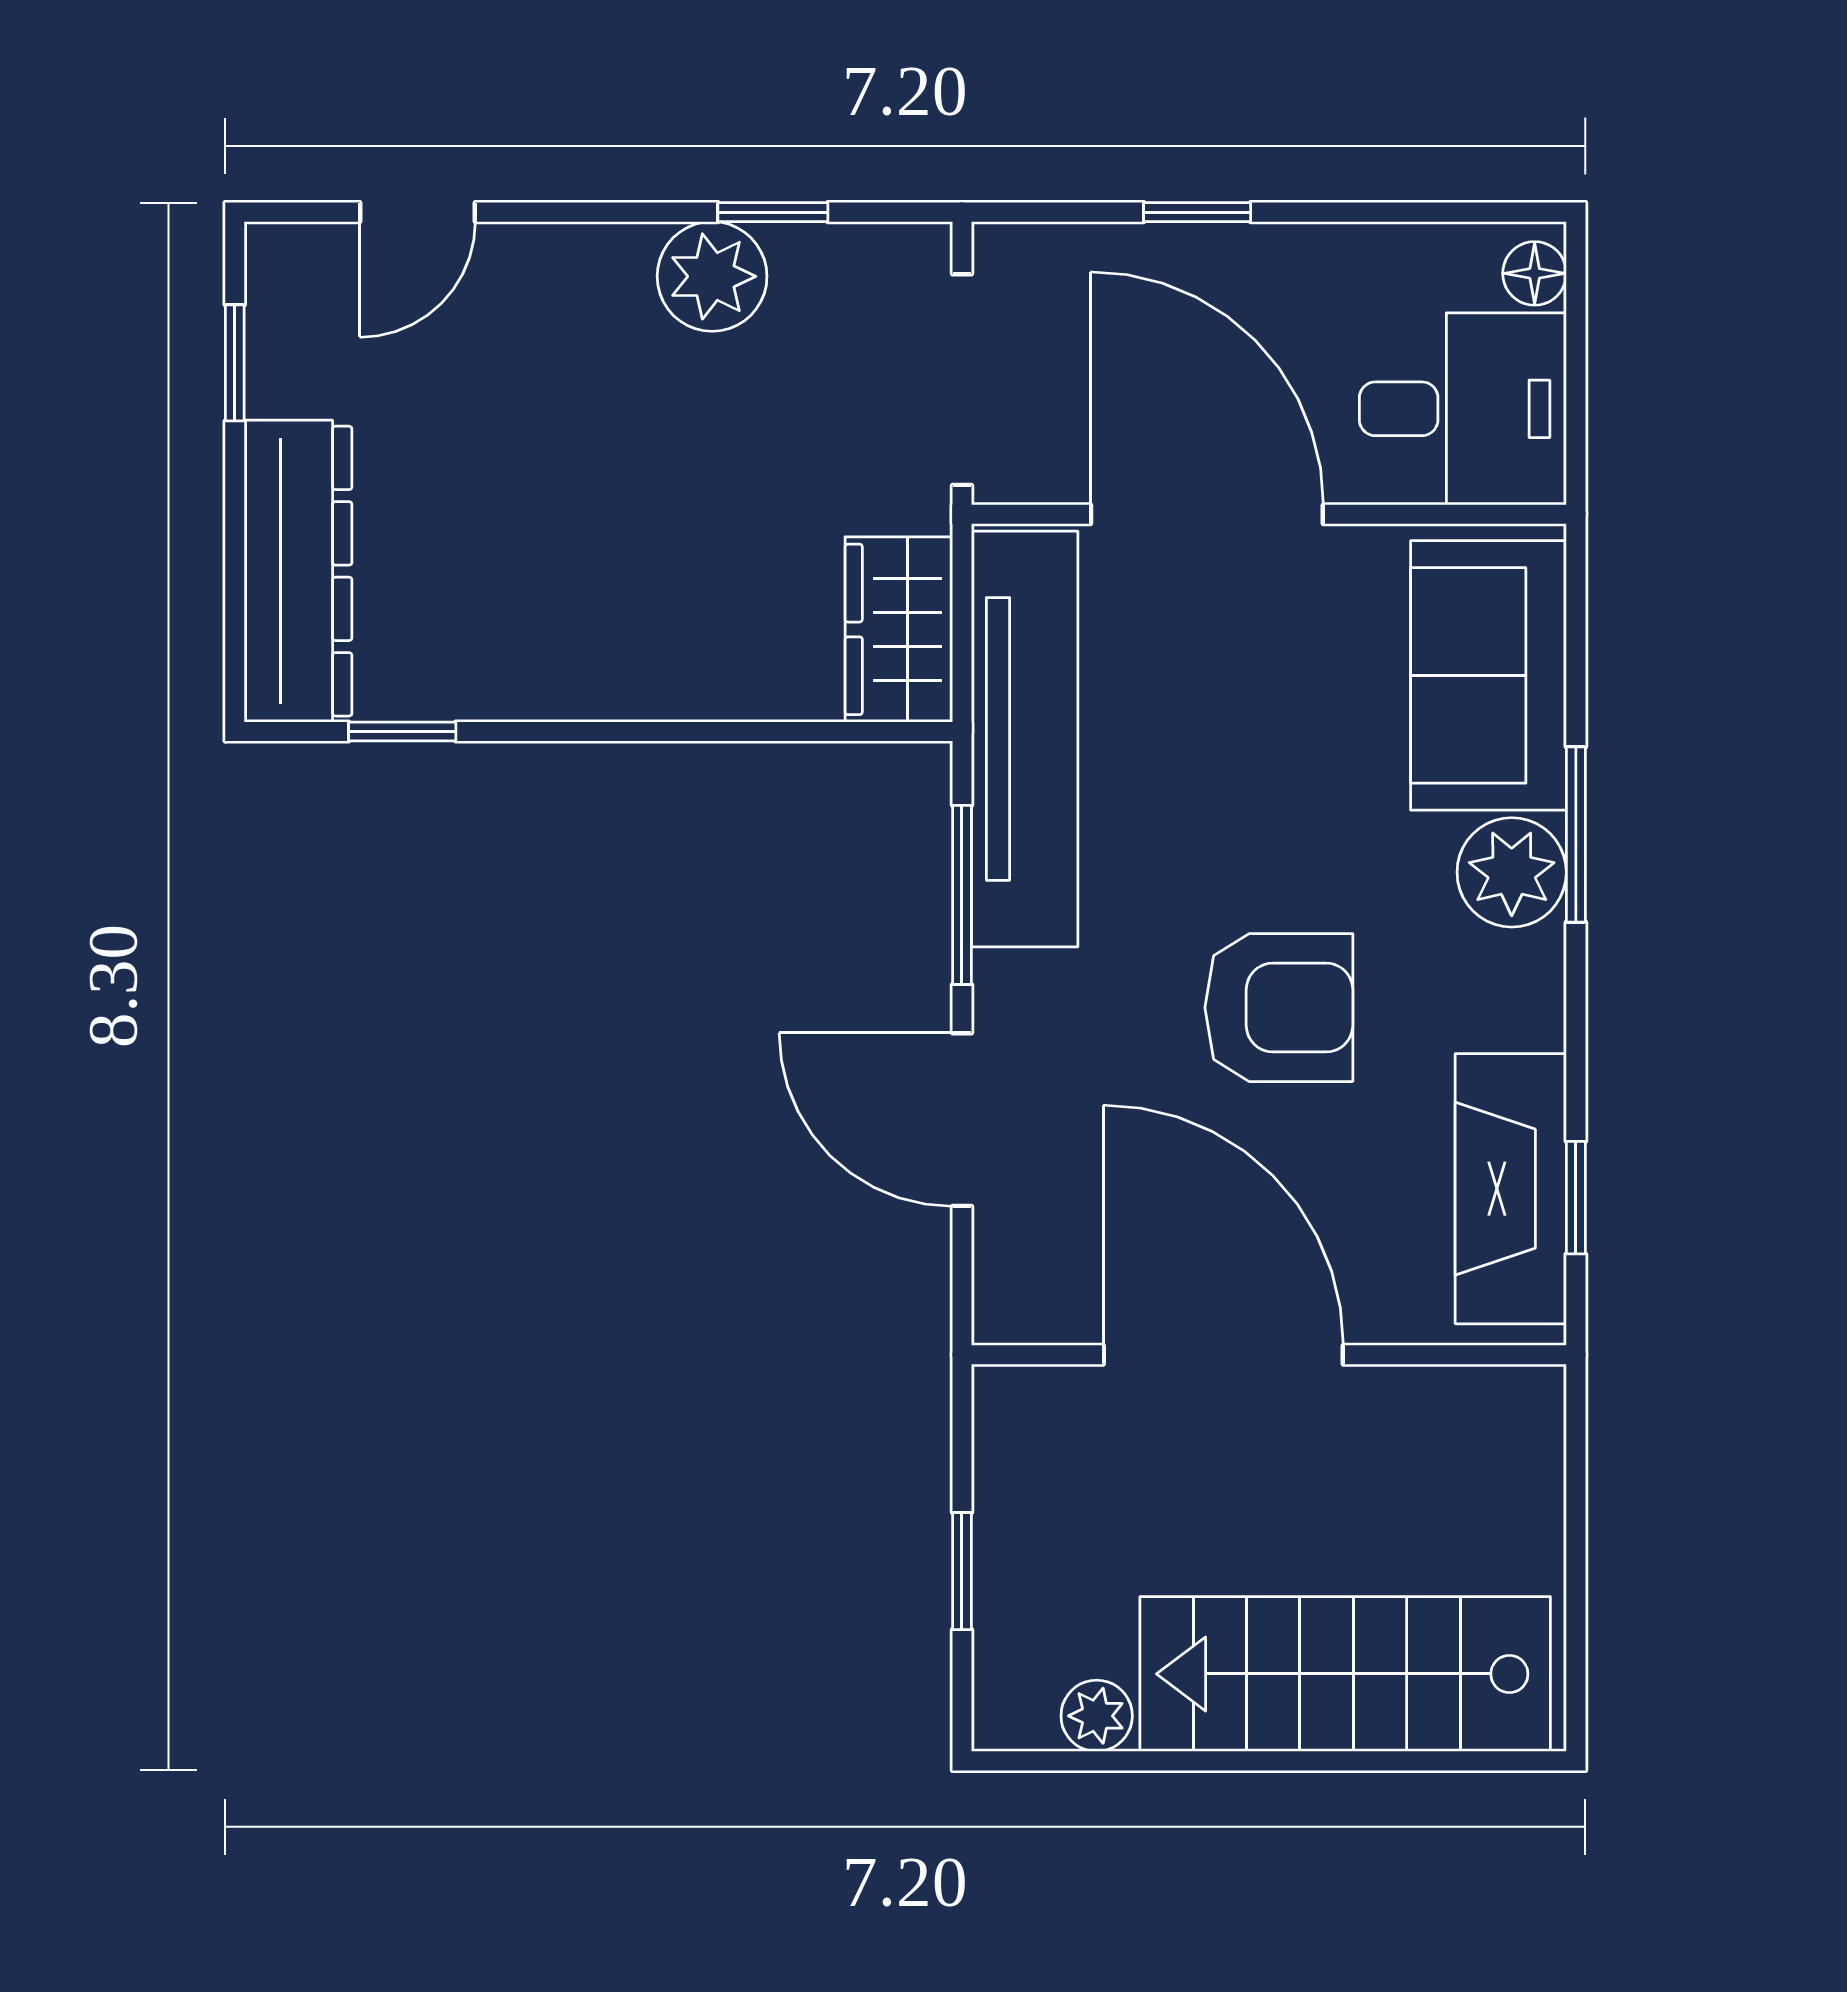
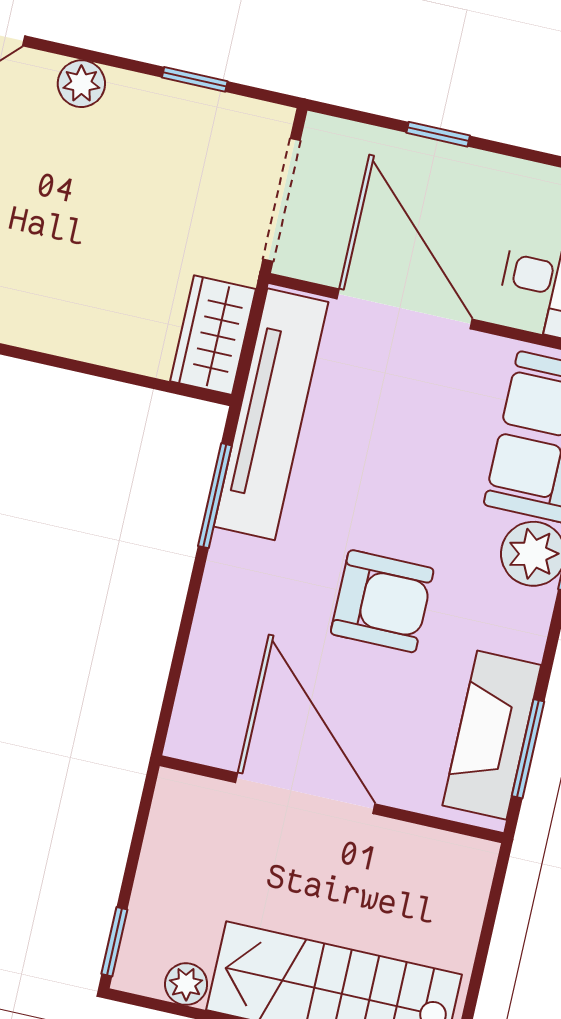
plant: (712, 276) -> (81, 84), moved, width x0.73, depth x0.73
door: (962, 1120) -> (186, 625), removed
window: (1576, 1198) -> (528, 749), width x1.50
window: (962, 1571) -> (114, 942), moved

